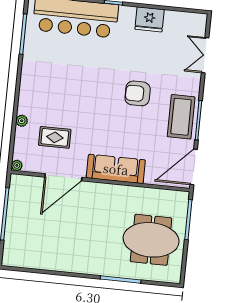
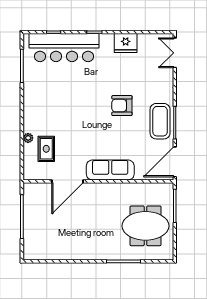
double door: (205, 55) -> (175, 53), moved
rug: (55, 137) -> (46, 149), moved, turned 90
plant: (17, 165) -> (28, 175), removed

